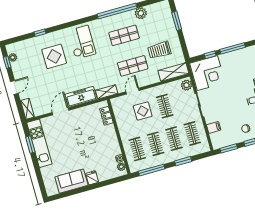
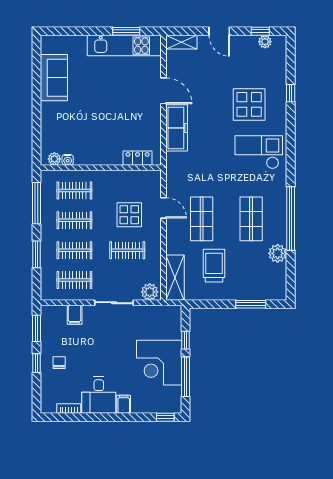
checkout: (82, 42) -> (259, 152), turned 180
corner desk: (207, 73) -> (159, 363), moved
shelving: (107, 92) -> (173, 169), removed
fridge: (92, 178) -> (50, 110), removed

